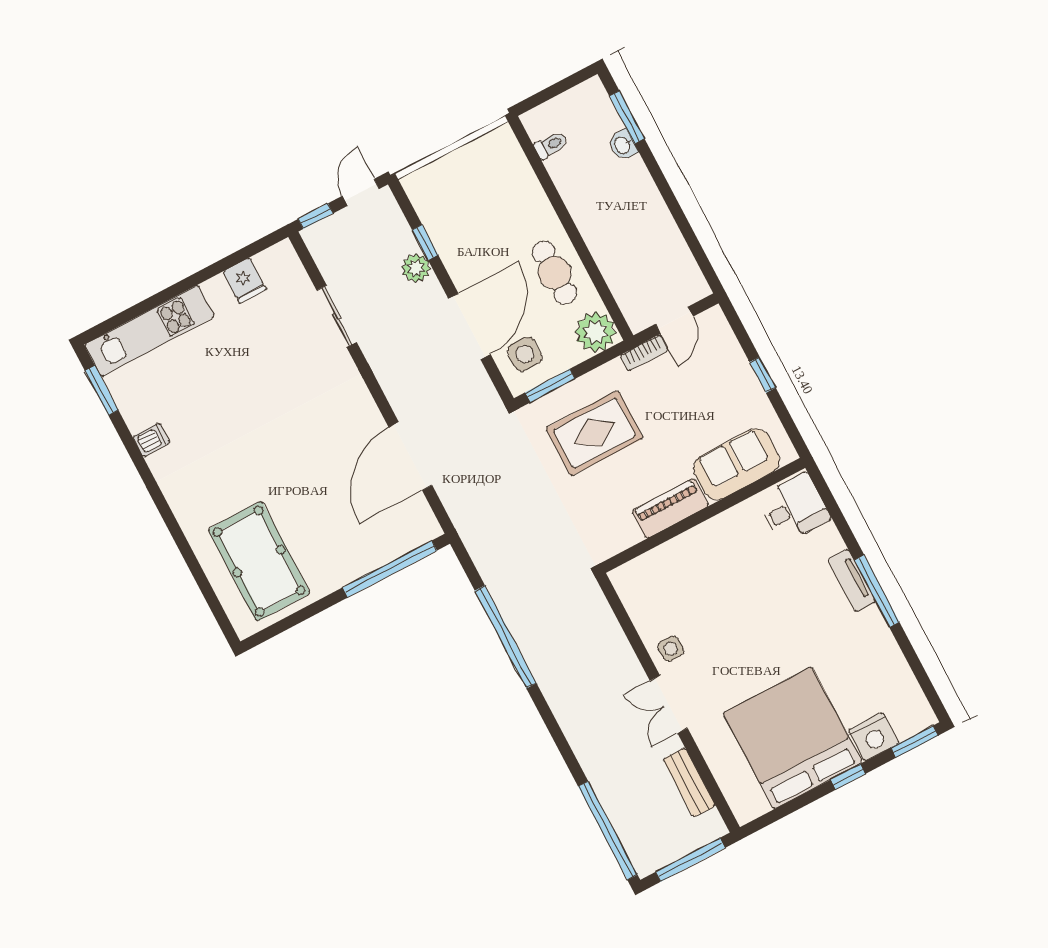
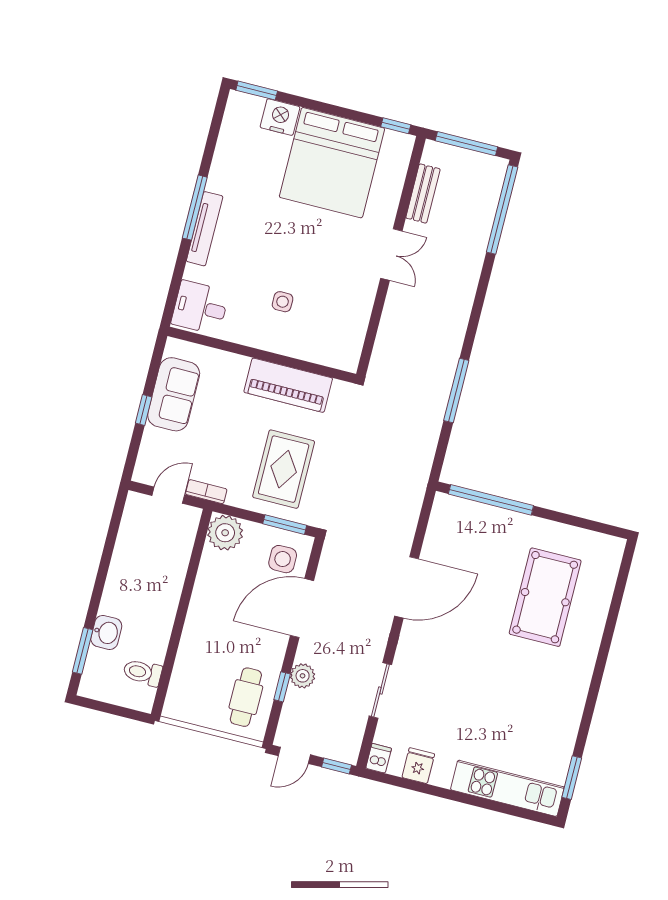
toilet: (551, 145) -> (143, 673), width x1.37, depth x1.39
washbasin: (623, 145) -> (106, 632), width x1.38, depth x1.45
cafe table: (554, 273) -> (246, 697), moved
rug: (594, 433) -> (284, 469), turned 90
dishwasher: (151, 440) -> (379, 758), moved, turned 90
door: (410, 456) -> (406, 587), moved
sofa: (737, 464) -> (174, 394), moved, turned -90
piano: (670, 508) -> (288, 385), width x1.37, depth x1.33
pool table: (259, 561) -> (545, 597), moved
tv unit: (852, 581) -> (205, 229), width x1.41
window: (506, 637) -> (456, 391), width x0.68
side table: (671, 649) -> (283, 302), moved
window: (848, 777) -> (396, 126), moved

